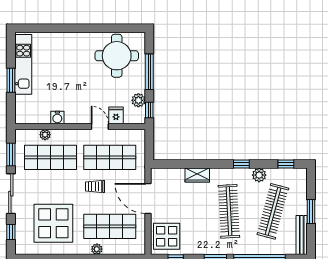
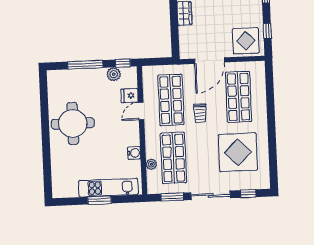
round table: (117, 56) -> (73, 123), moved
kitchen unit: (23, 64) -> (108, 188), moved
plant: (97, 249) -> (261, 109), removed

